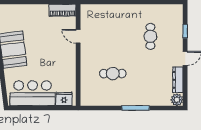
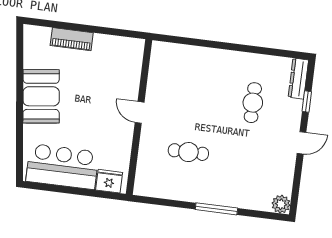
piano: (62, 10) -> (72, 39), moved
door: (78, 36) -> (140, 112), moved
dresser: (178, 80) -> (298, 79), moved

